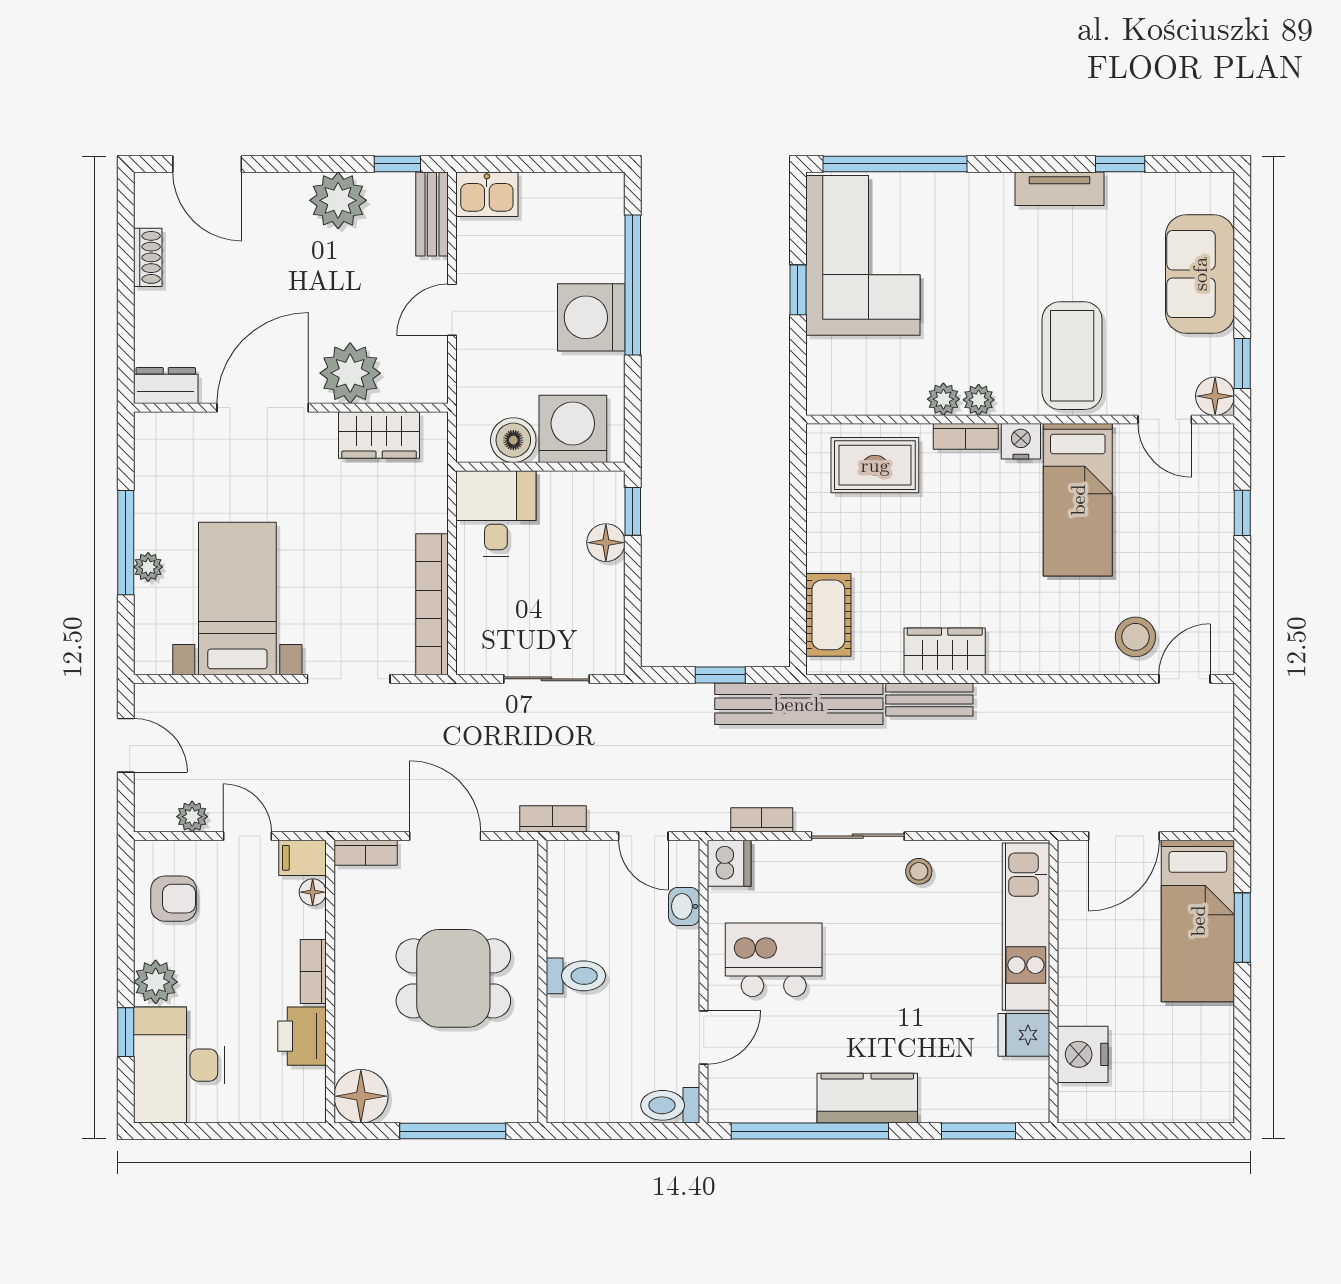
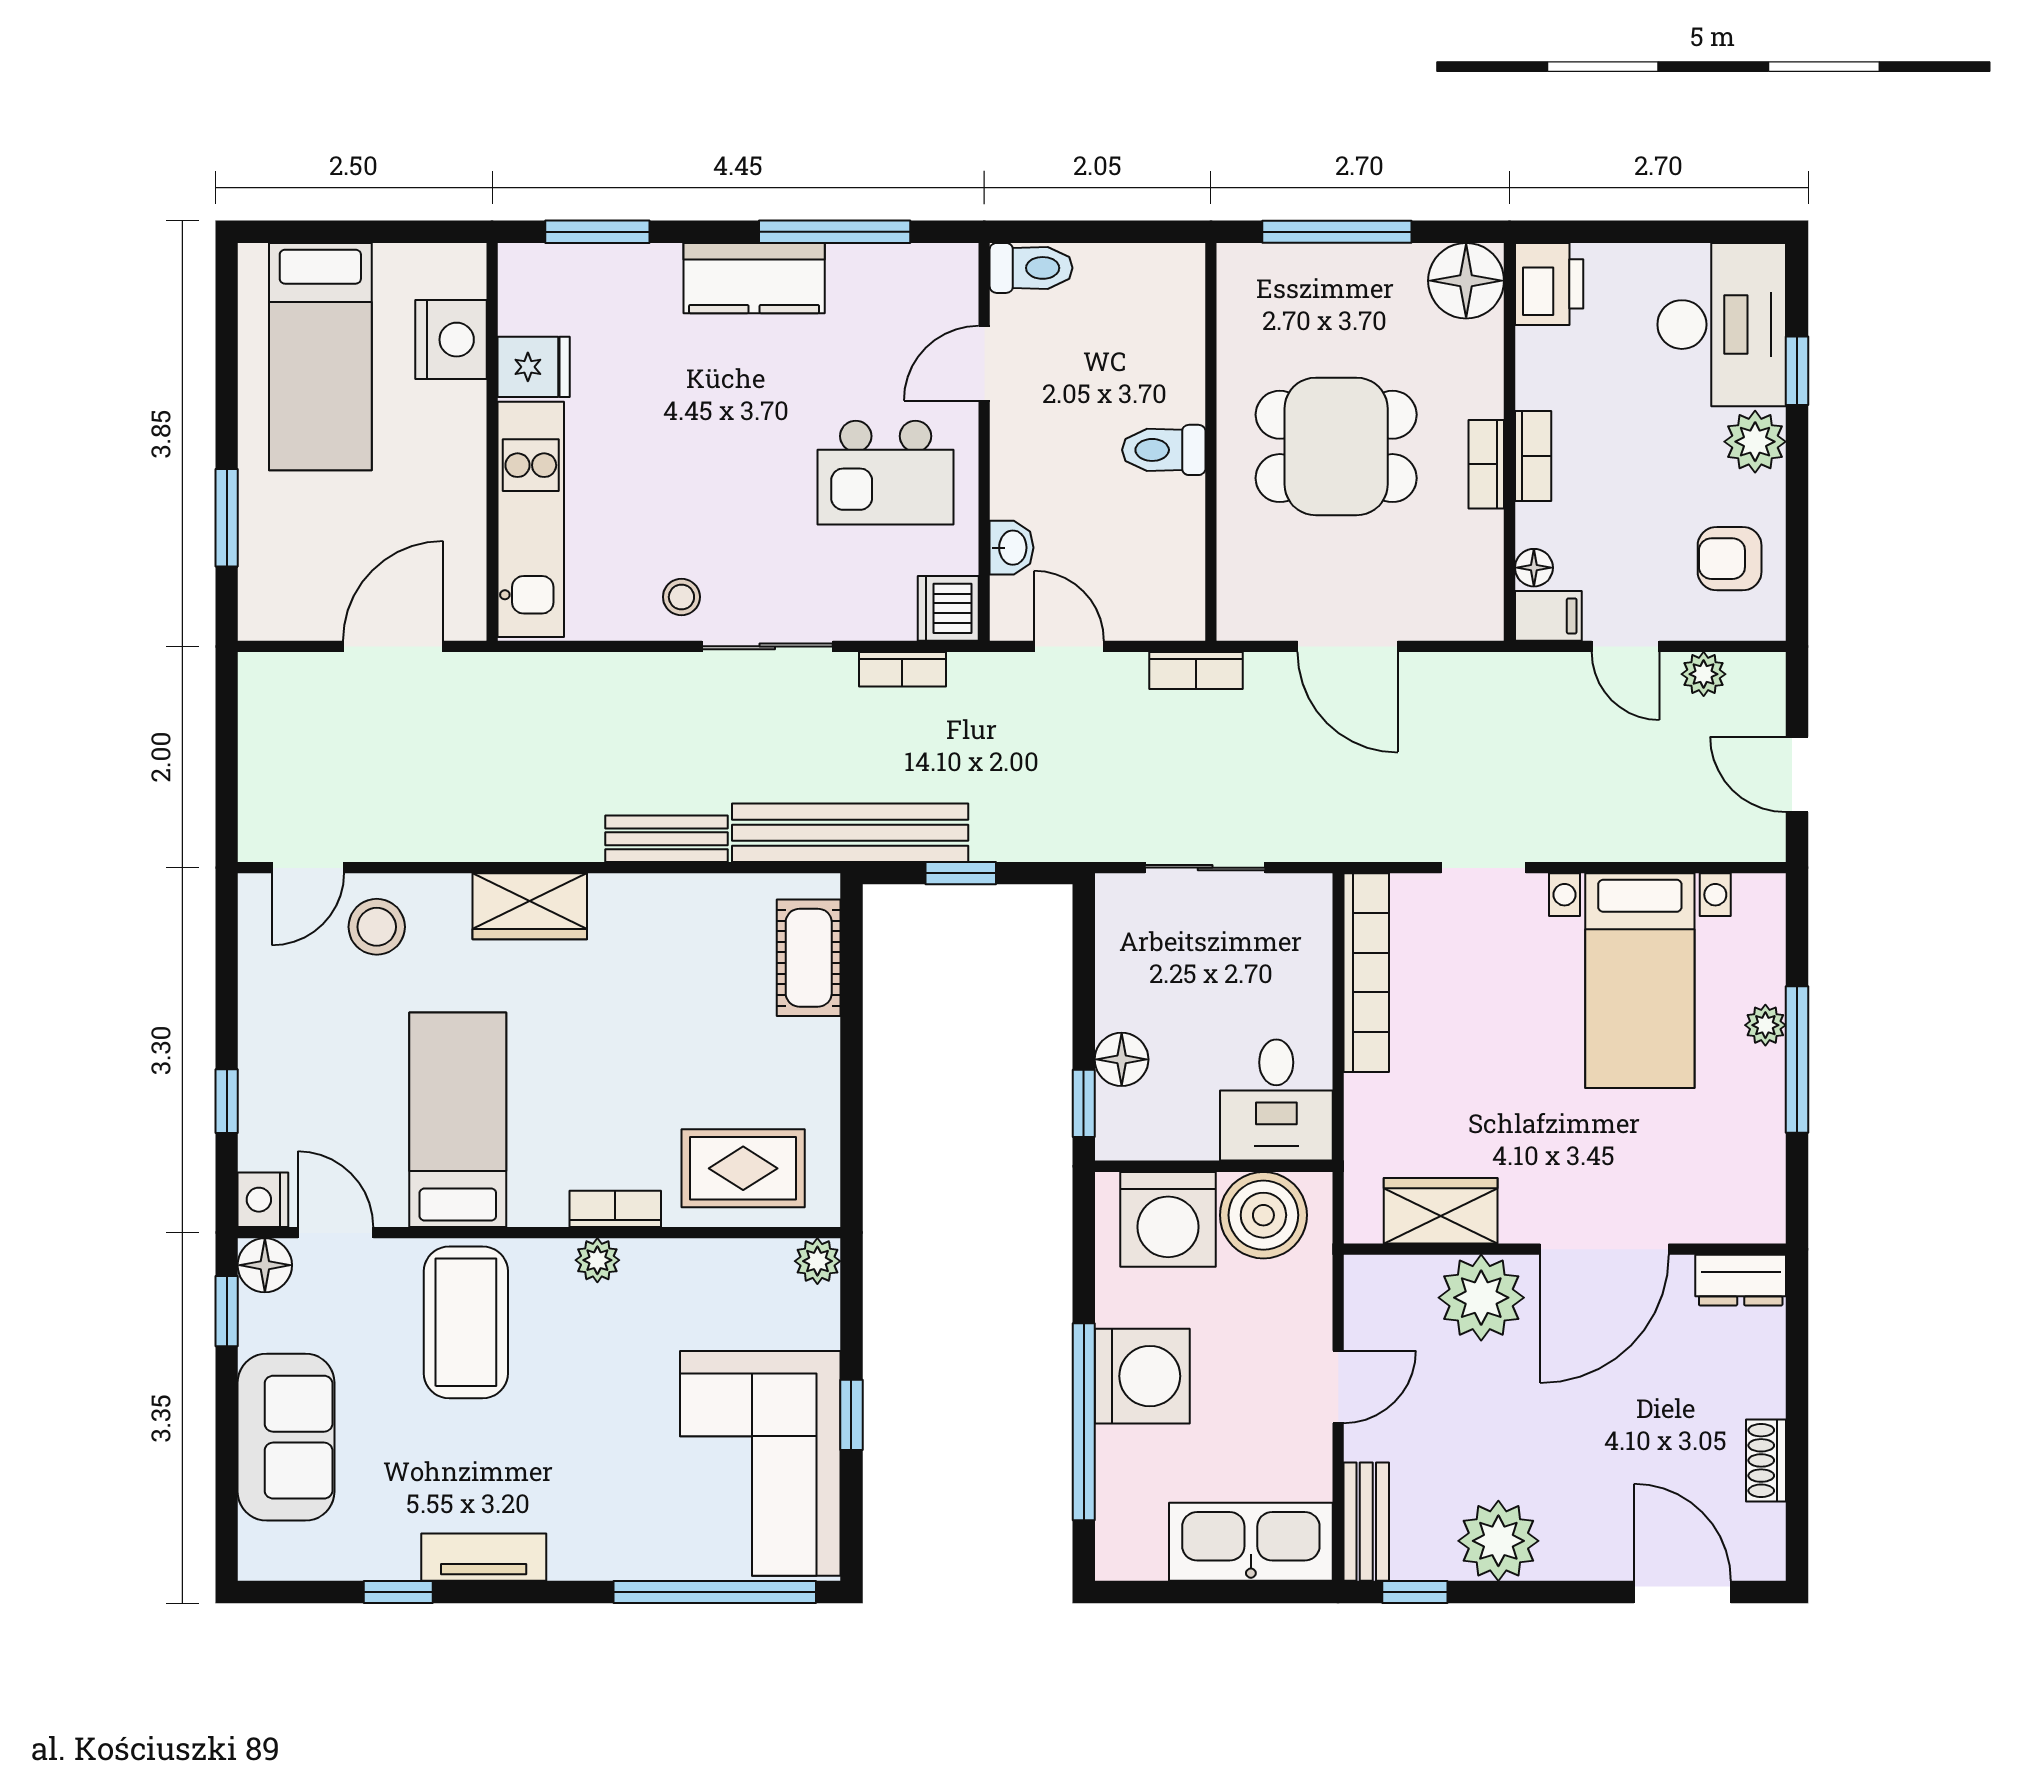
kitchen sink: (487, 194) -> (1251, 1542), width x1.88, depth x1.24
plant: (943, 399) -> (817, 1261), moved
boiler: (513, 440) -> (1263, 1215), width x1.37, depth x1.37
nightstand: (1021, 441) -> (263, 1200), moved, turned 90
wardrobe: (945, 651) -> (530, 906), moved
doorway: (349, 679) -> (1484, 868), width x0.73
bookcase: (366, 853) -> (1486, 464), moved, turned -90
bed: (1198, 921) -> (320, 357), moved, turned 180
printer: (302, 1036) -> (1549, 284), moved
window: (810, 1131) -> (835, 232), width x0.68

